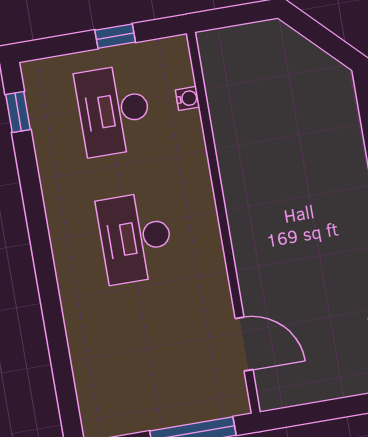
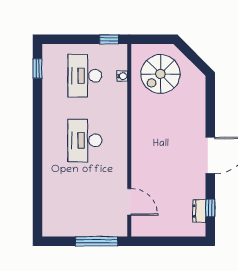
window: (115, 36) -> (109, 39), moved
spiral stairs: (262, 81) -> (160, 74), added

